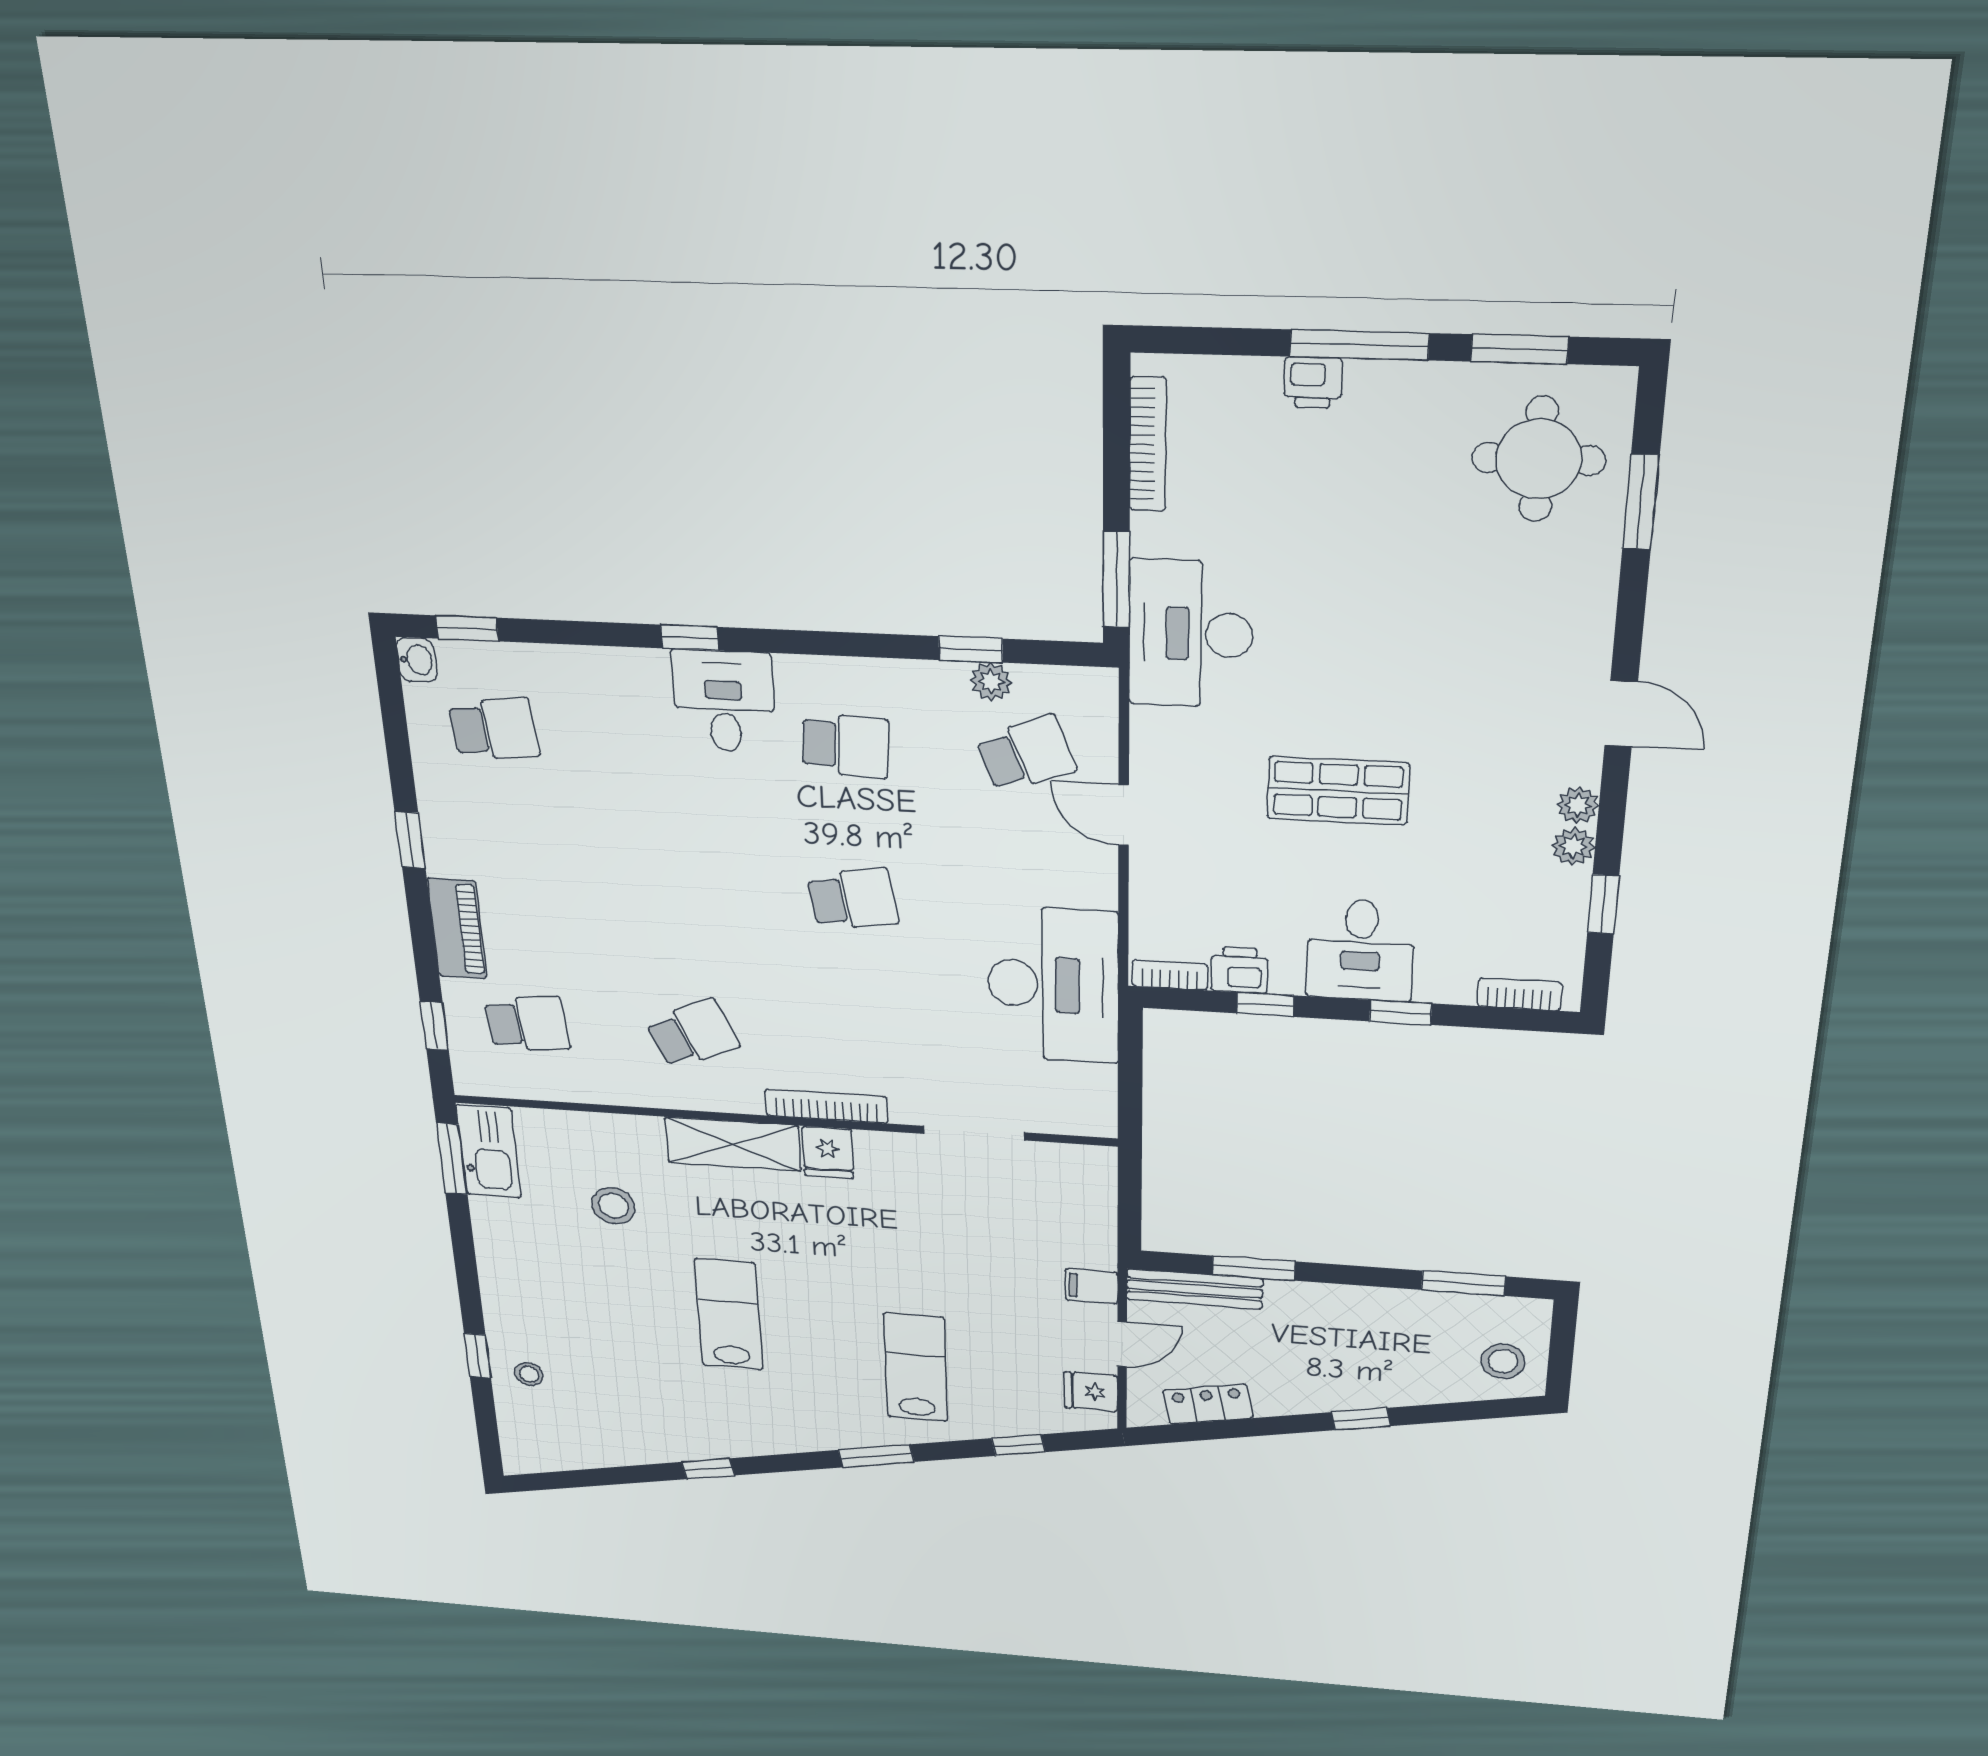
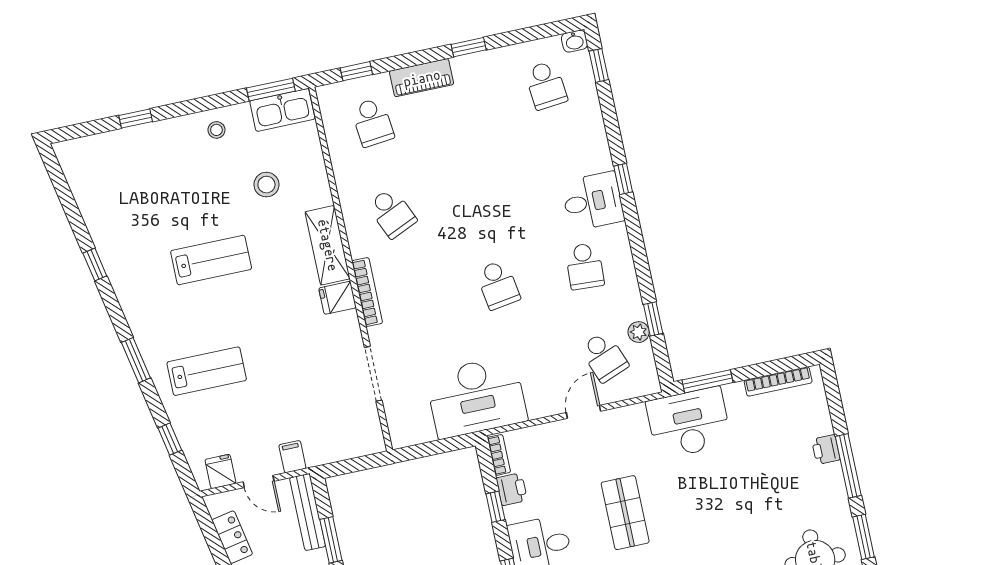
stool: (529, 1374) -> (216, 130), moved

